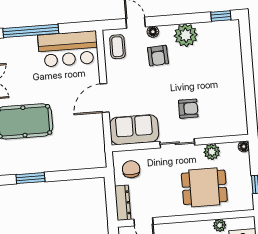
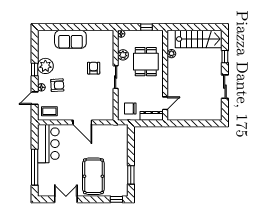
window: (221, 16) -> (35, 70), moved
sofa: (134, 130) -> (70, 39), moved, turned -90

